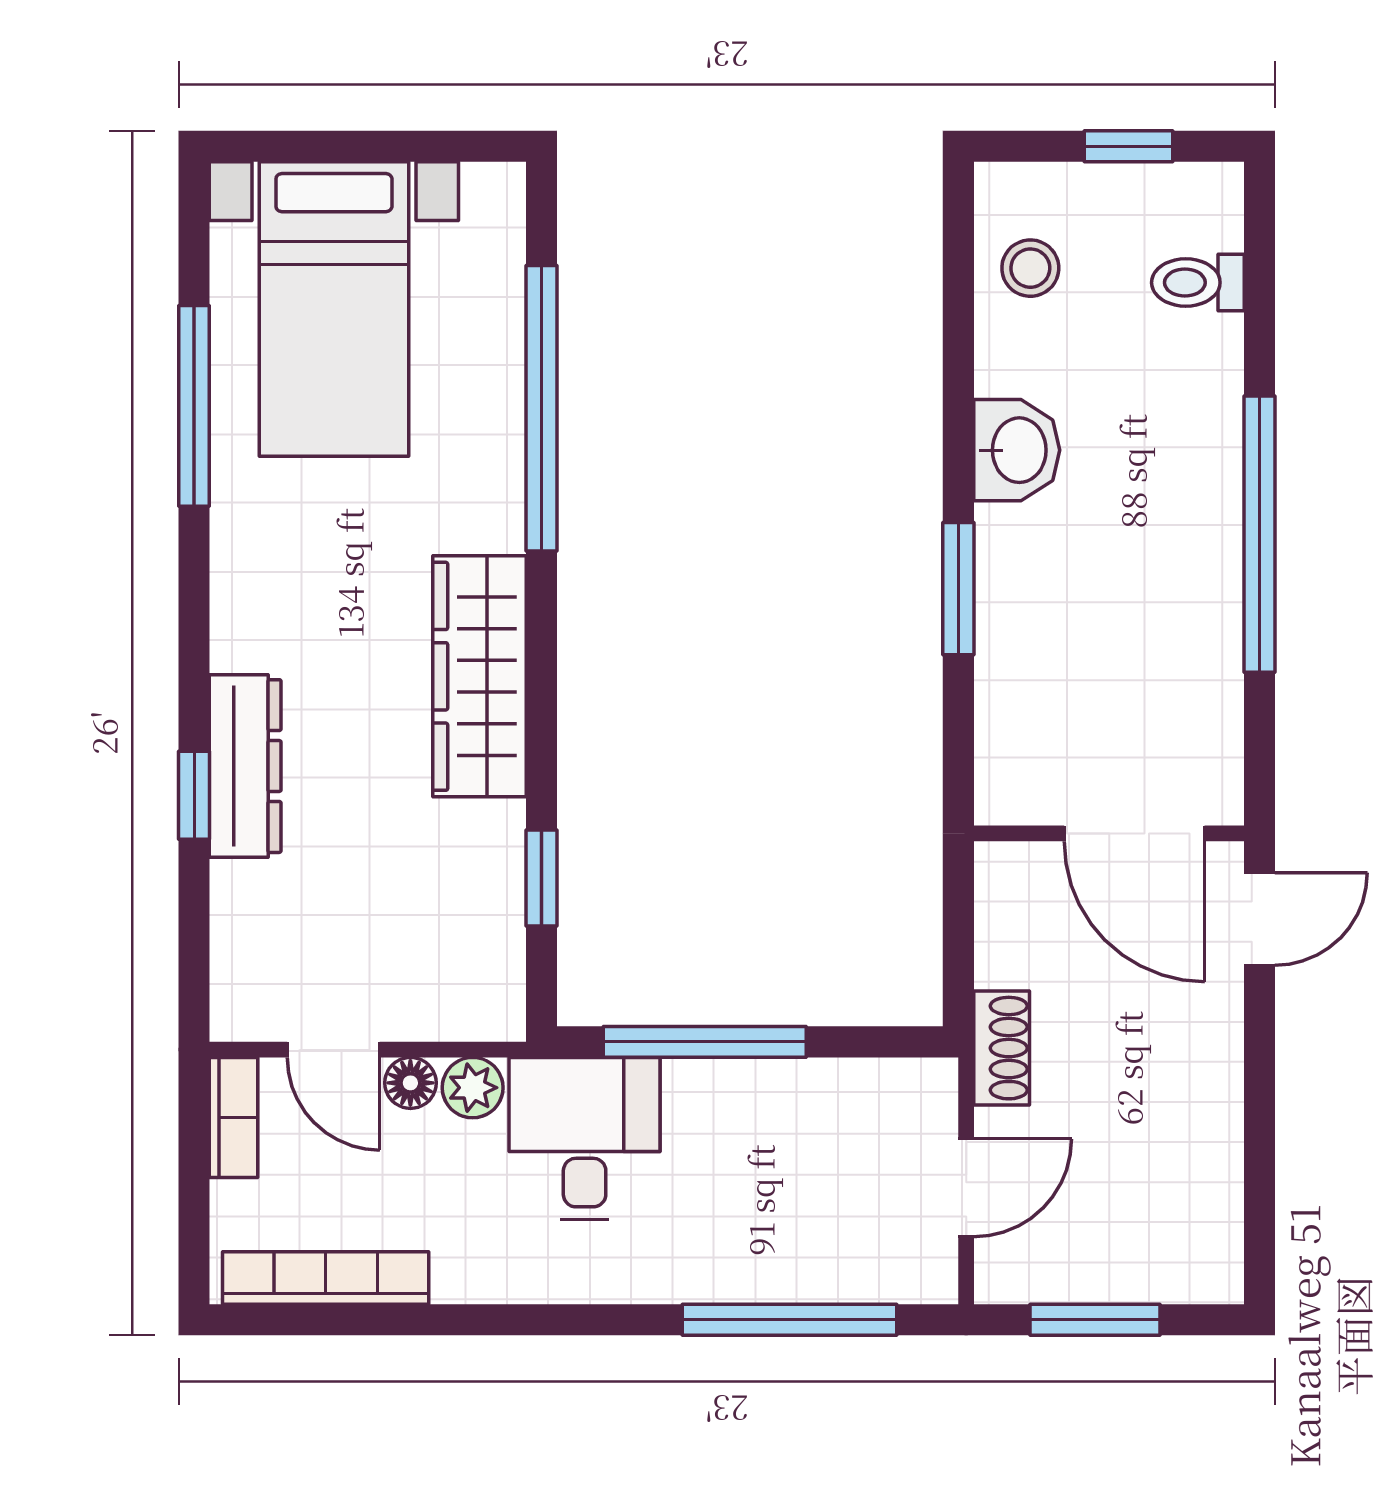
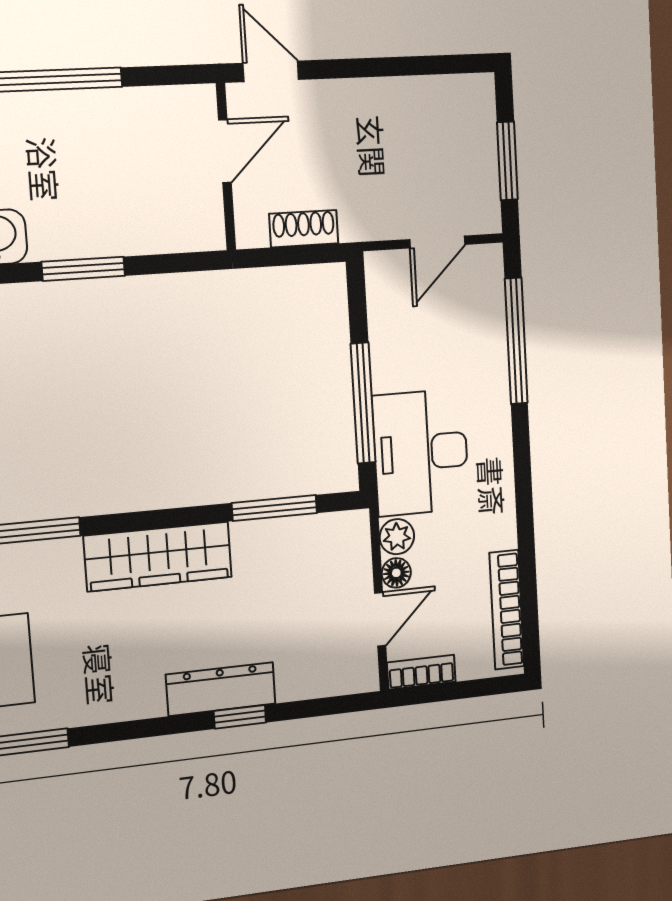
door: (1134, 833) -> (225, 151), width x0.73
window: (541, 878) -> (275, 508), width x1.50
shoe rack: (1002, 1048) -> (304, 229), moved
desk: (585, 1139) -> (421, 452), width x1.37
door: (966, 1188) -> (437, 242), swing flipped

